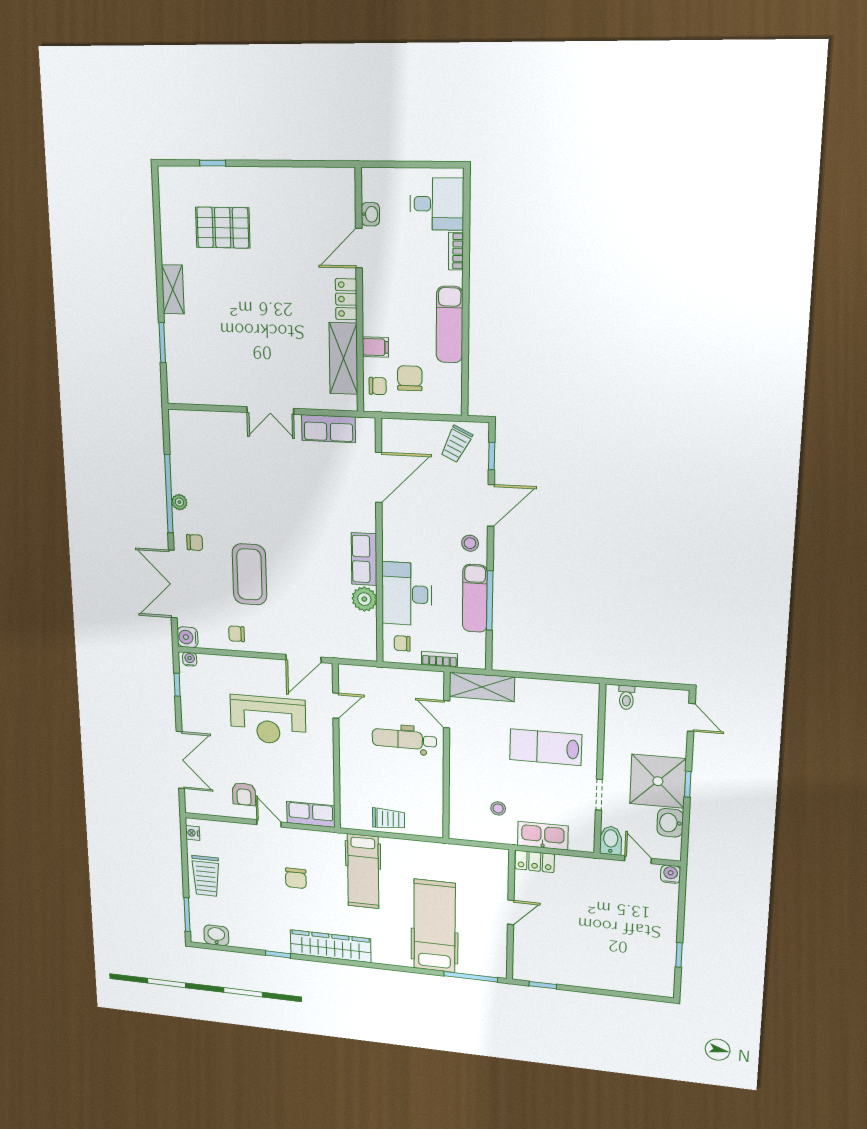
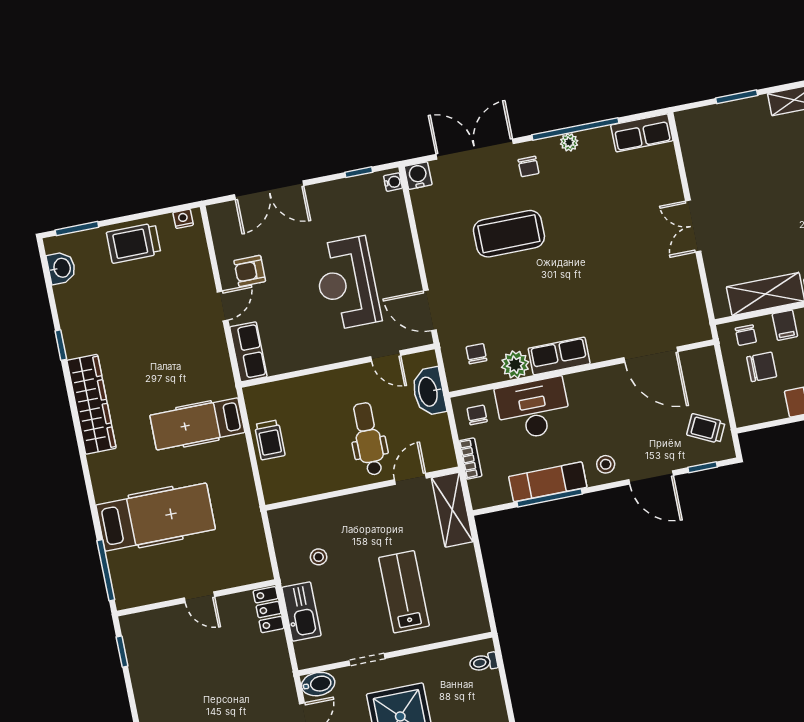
row of seats: (328, 429) -> (642, 133), moved, turned -90
chair: (237, 634) -> (476, 354), moved
washbasin: (373, 678) -> (429, 392), added
chair: (296, 878) -> (164, 349), removed

